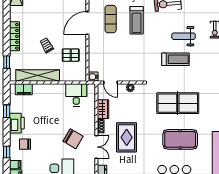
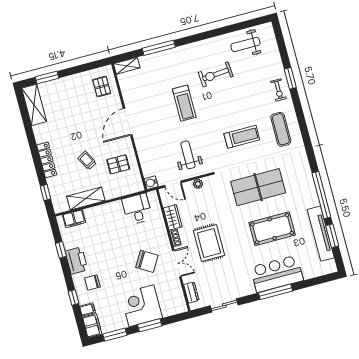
exercise mat: (111, 19) -> (281, 129), moved
weight bench: (183, 36) -> (188, 155), moved, turned 90
shelving: (38, 76) -> (86, 199), width x0.68

